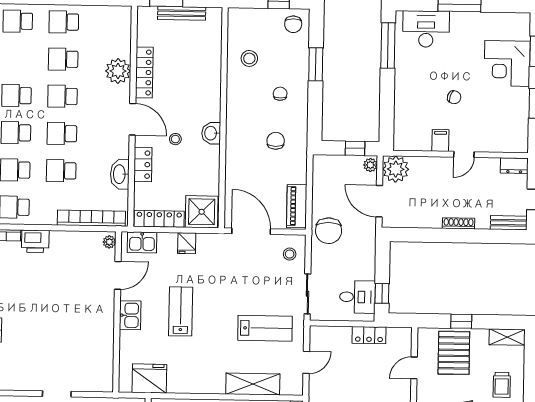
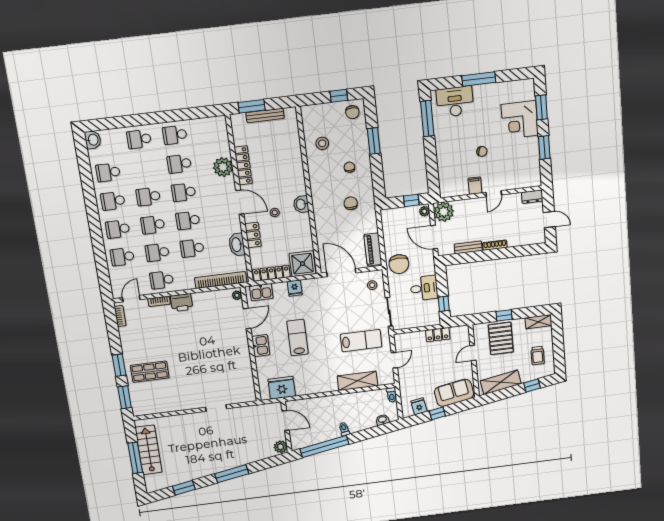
bench: (509, 223) -> (468, 247), moved
desk: (357, 297) -> (424, 288), moved

